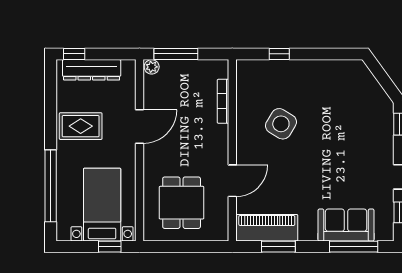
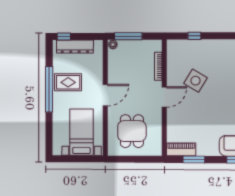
door: (140, 126) -> (105, 95), moved
door: (232, 181) -> (164, 97), moved
window: (51, 186) -> (49, 89), moved
piano: (267, 228) -> (181, 149), width x0.73, depth x0.75
window: (110, 247) -> (86, 159), removed

